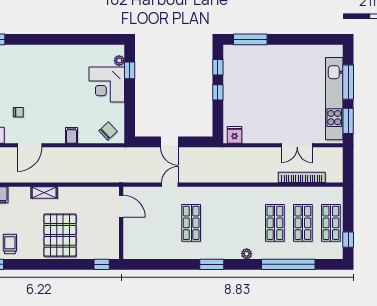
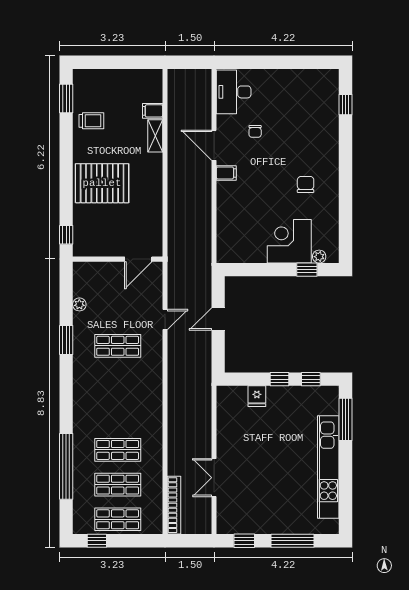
kitchen unit: (334, 99) -> (328, 467), moved, turned -90
window: (348, 121) -> (244, 541), width x0.67
chair: (108, 131) -> (306, 184), moved, turned -137
filing cabinet: (72, 135) -> (226, 173), moved
fridge: (235, 135) -> (257, 396), moved, turned 90
bookcase: (302, 177) -> (174, 505), moved
door: (170, 185) -> (165, 320), hinge flipped
shelving: (44, 193) -> (155, 136), moved
plant: (247, 254) -> (79, 304), moved
window: (212, 264) -> (66, 340), moved

